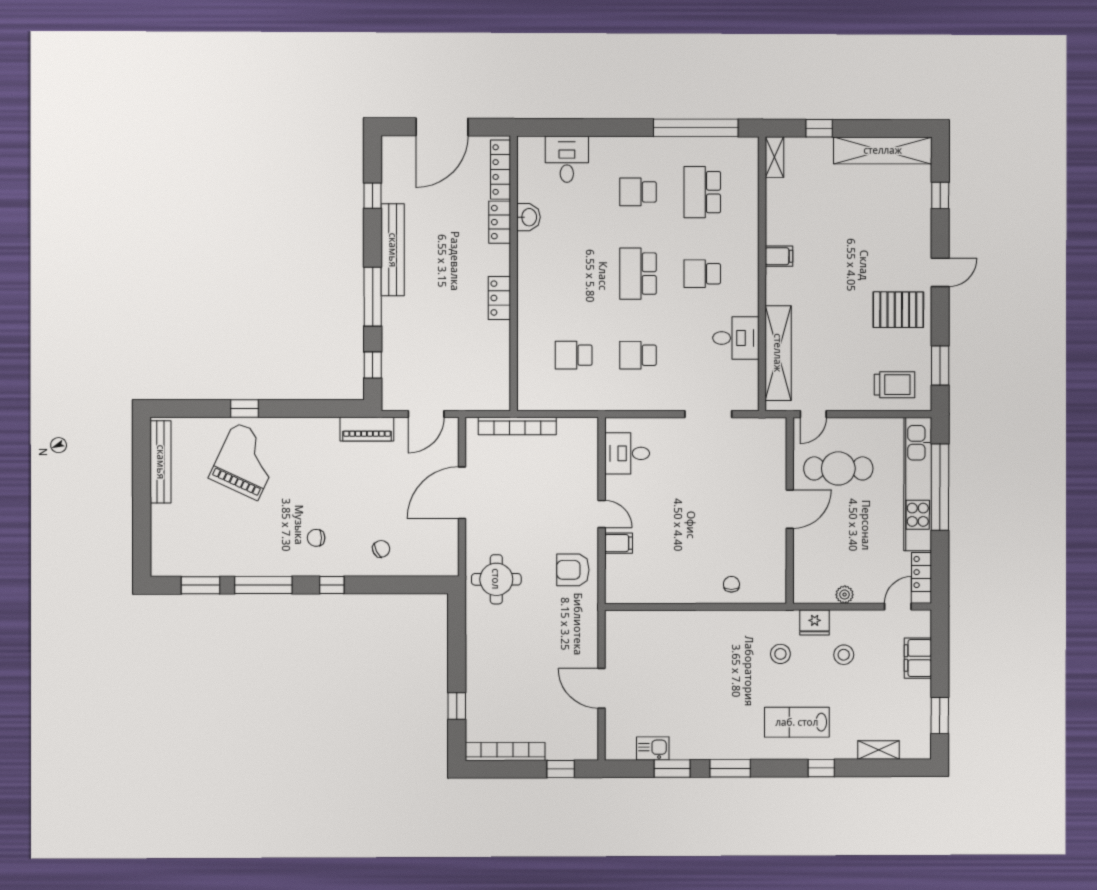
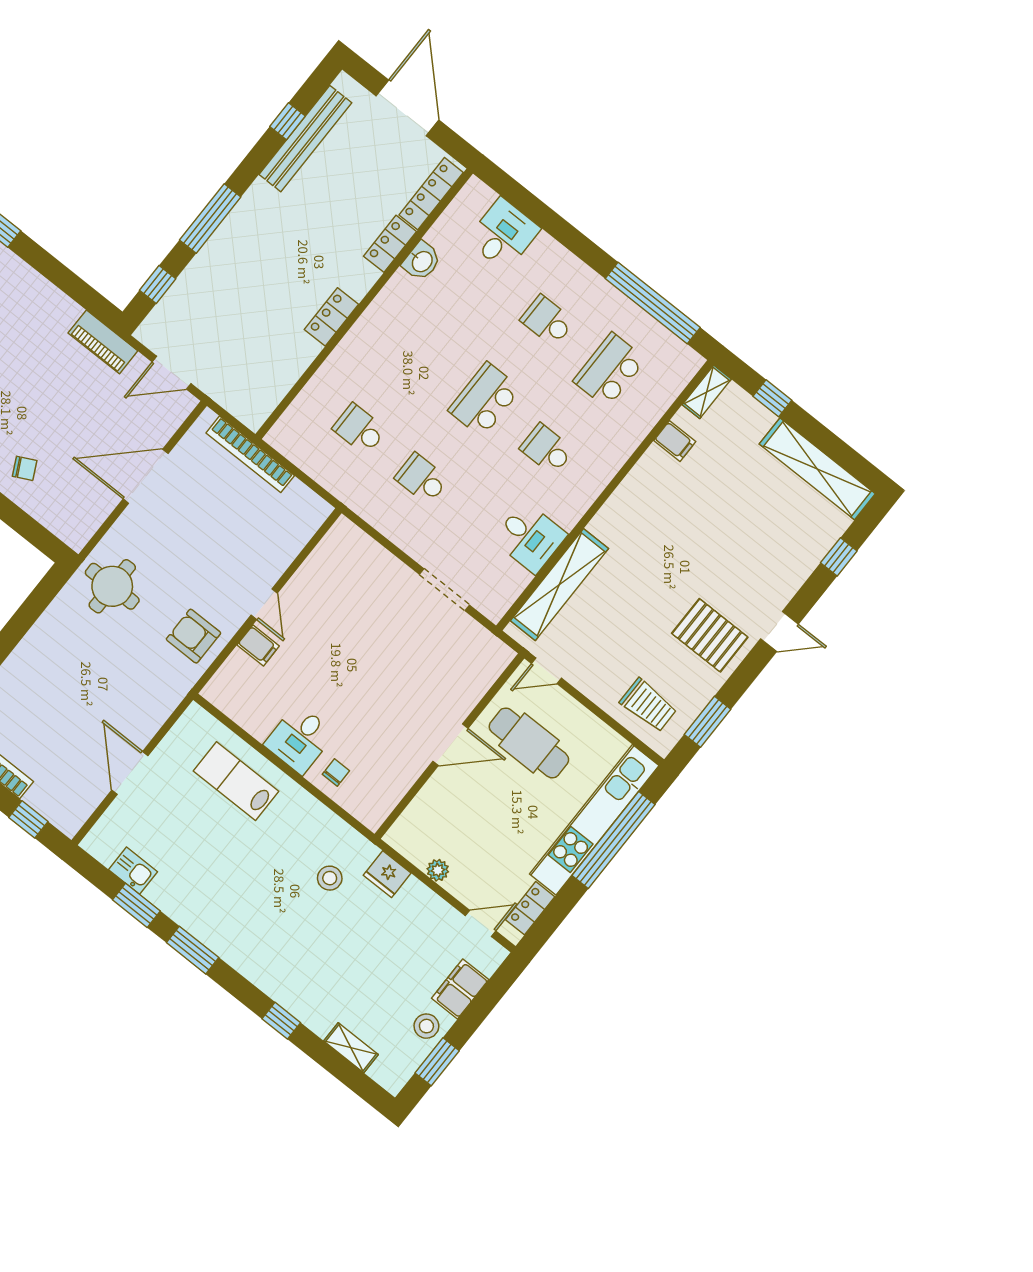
door: (442, 127) -> (407, 108), swing flipped
bench: (393, 250) -> (305, 139), moved
filing cabinet: (779, 256) -> (675, 441), moved
desk: (627, 453) -> (300, 739), moved, turned -90
stool: (844, 655) -> (426, 1026), moved
lab bench: (797, 722) -> (236, 781), moved

